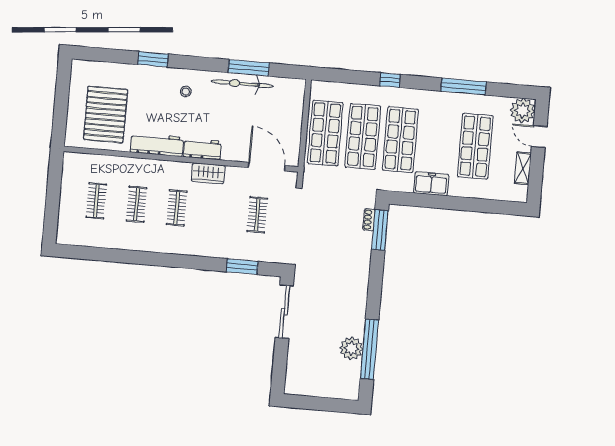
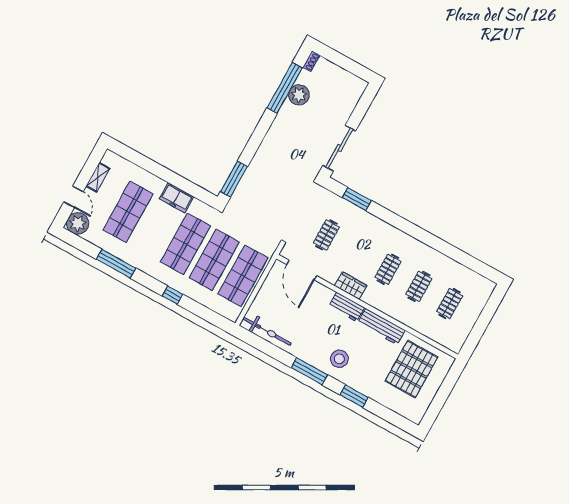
window: (249, 68) -> (309, 371), moved
bicycle: (242, 84) -> (267, 331), moved
stool: (186, 91) -> (339, 359), width x1.89, depth x1.89
shoe rack: (369, 220) -> (311, 61), moved

